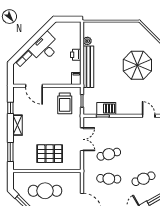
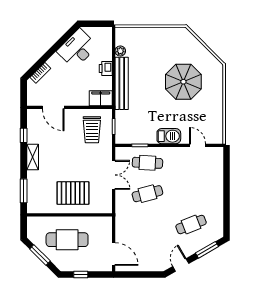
desk: (45, 47) -> (77, 49), moved
filing cabinet: (76, 78) -> (101, 98), width x2.00
barbecue: (106, 109) -> (169, 136), moved
cafe table: (109, 179) -> (147, 163), moved

